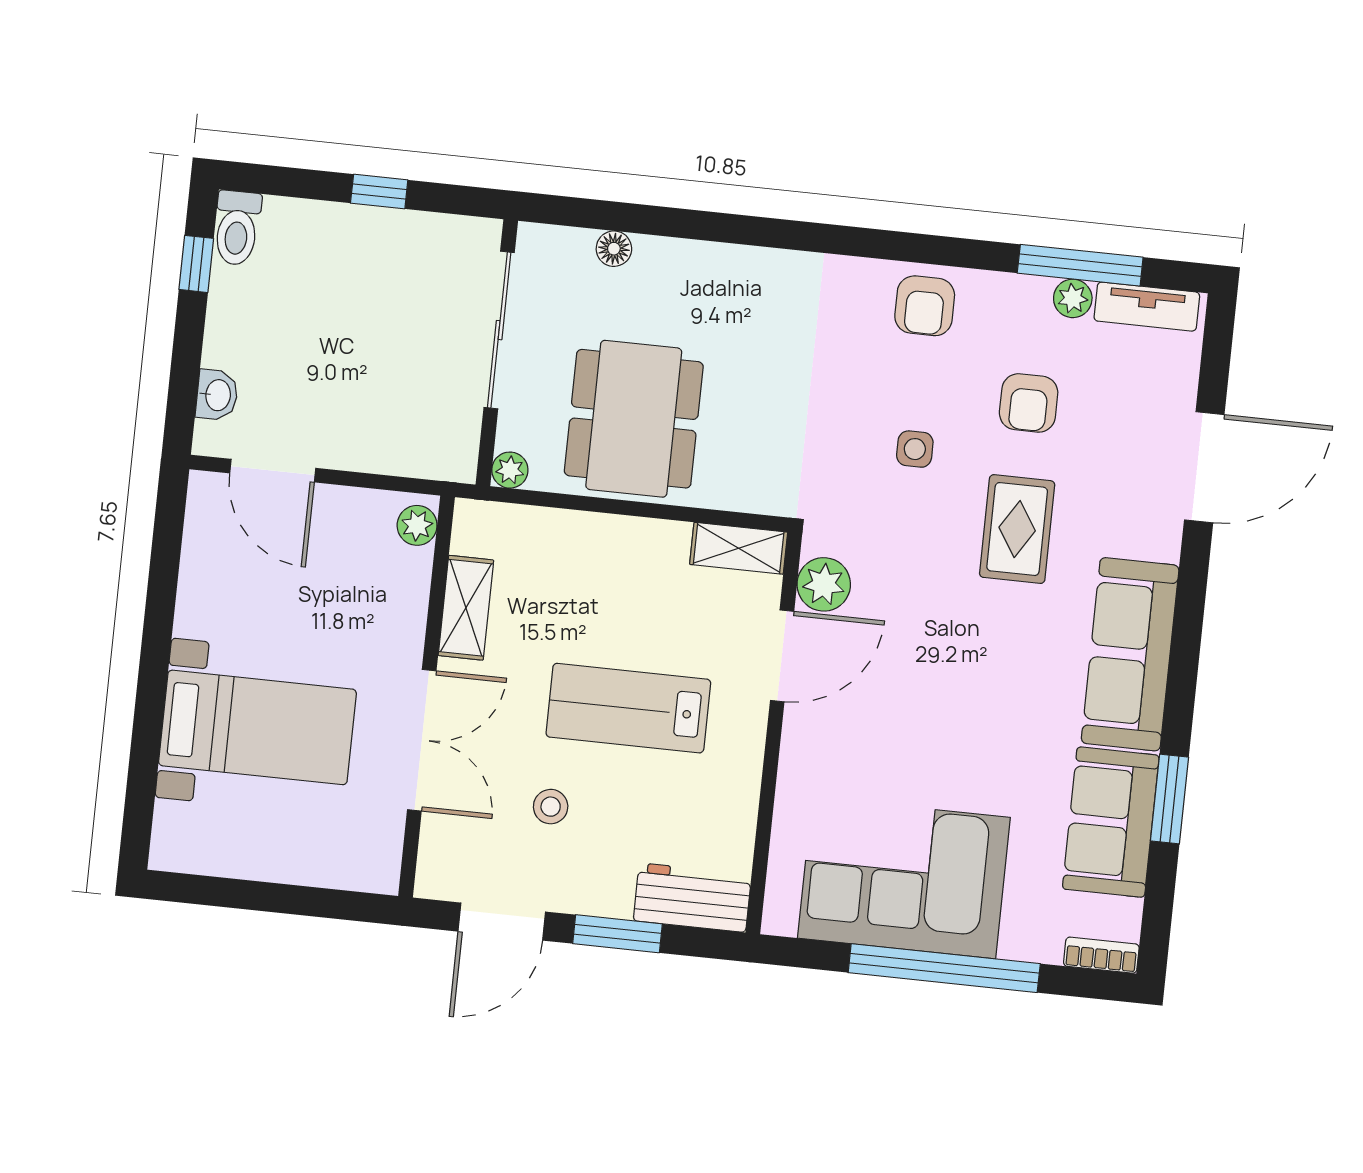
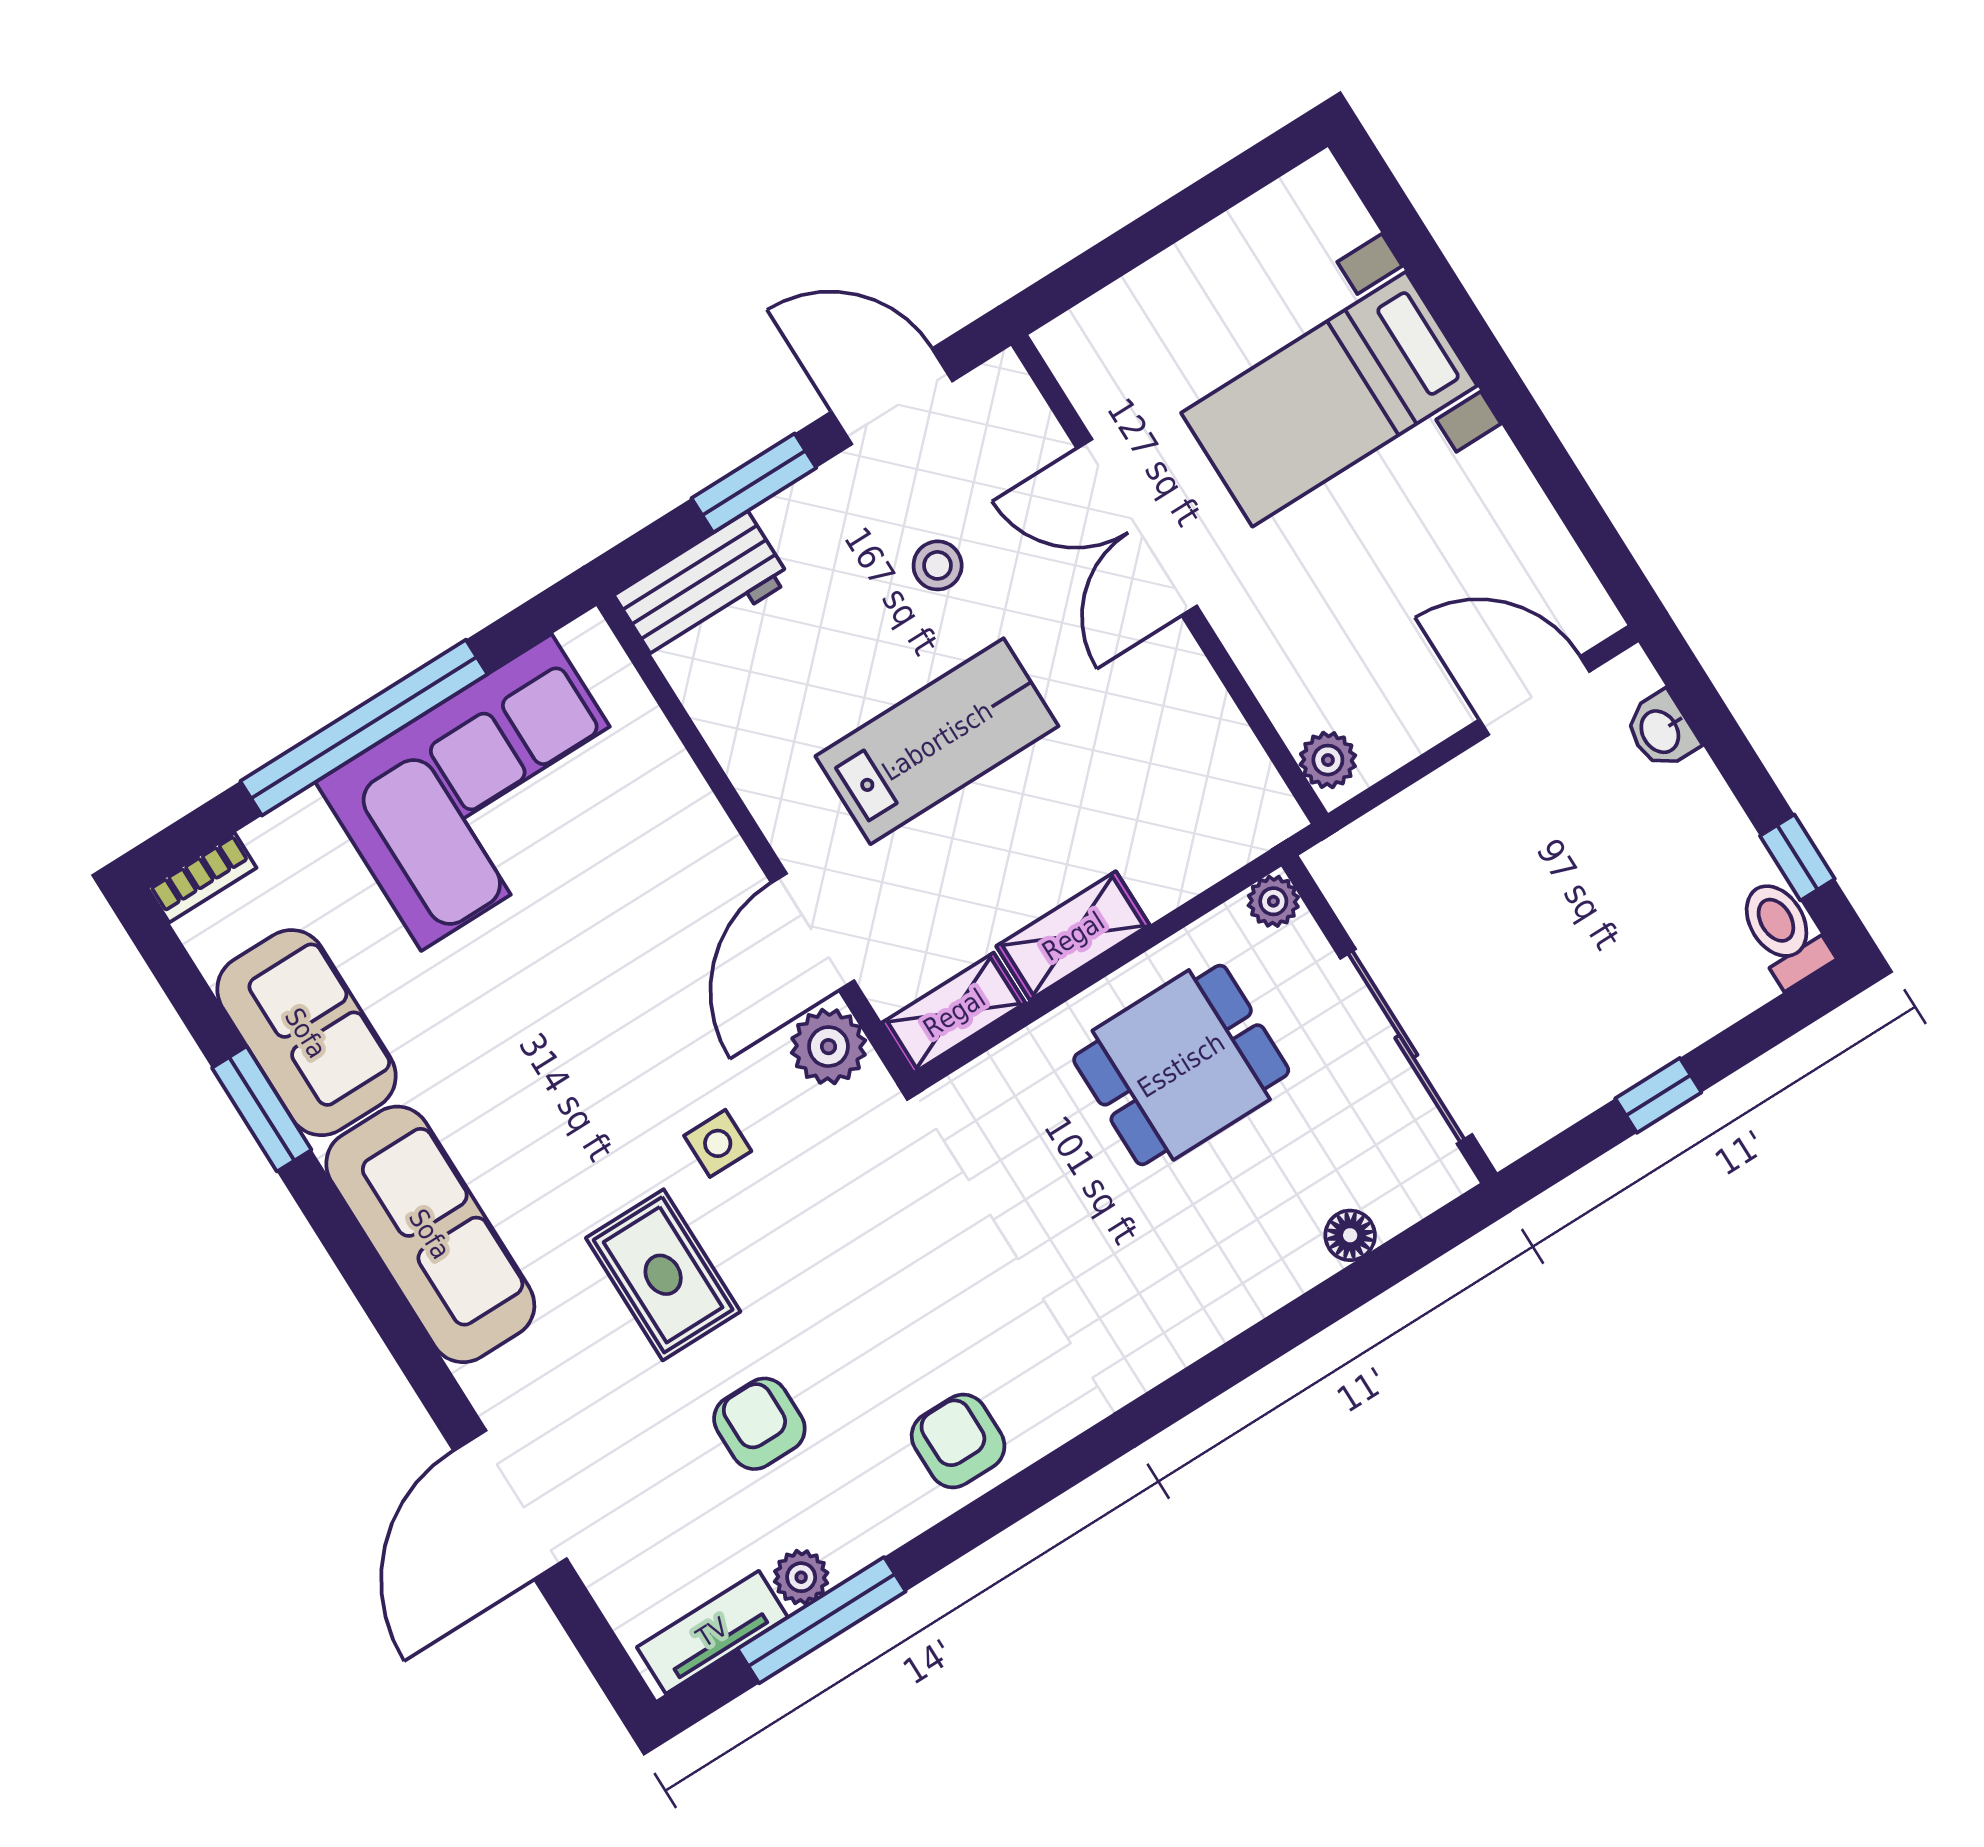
dining table: (634, 419) -> (1181, 1065), width x0.73
side table: (915, 449) -> (718, 1143), moved
shelving: (466, 608) -> (1073, 936), moved, turned 90
door: (502, 922) -> (892, 396), hinge flipped

